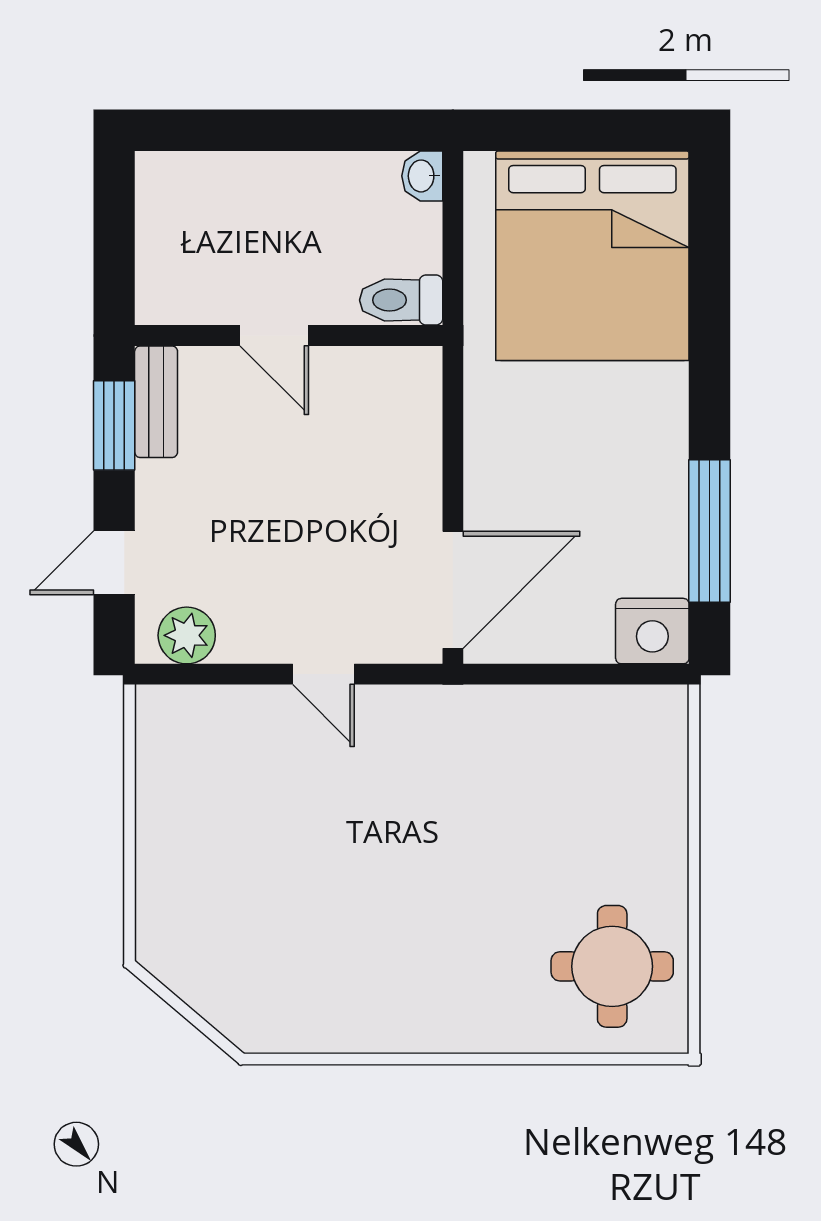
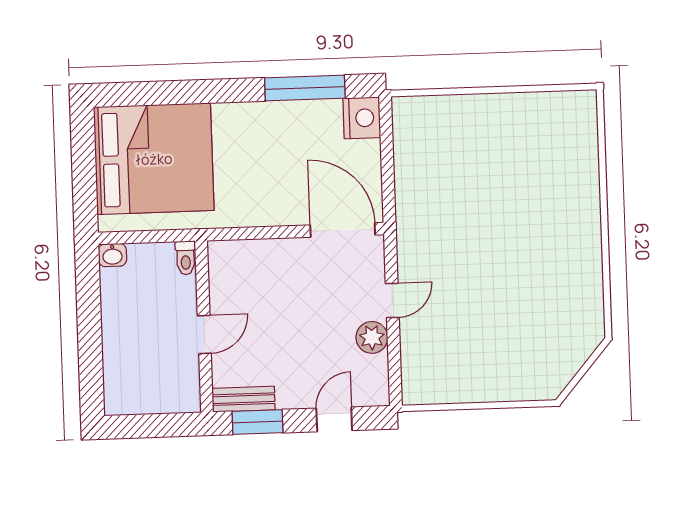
toilet: (401, 300) -> (186, 258), width x0.73, depth x0.72
door: (114, 563) -> (334, 419), swing flipped
plant: (187, 635) -> (372, 337), moved
round table: (612, 966) -> (550, 134), removed

